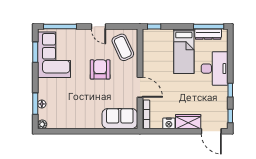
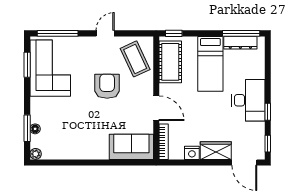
door: (99, 27) -> (105, 33), swing flipped
cot: (151, 50) -> (170, 62), added
desk: (215, 69) -> (248, 100), moved

